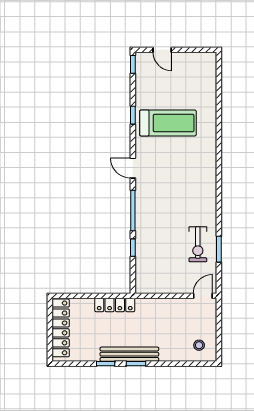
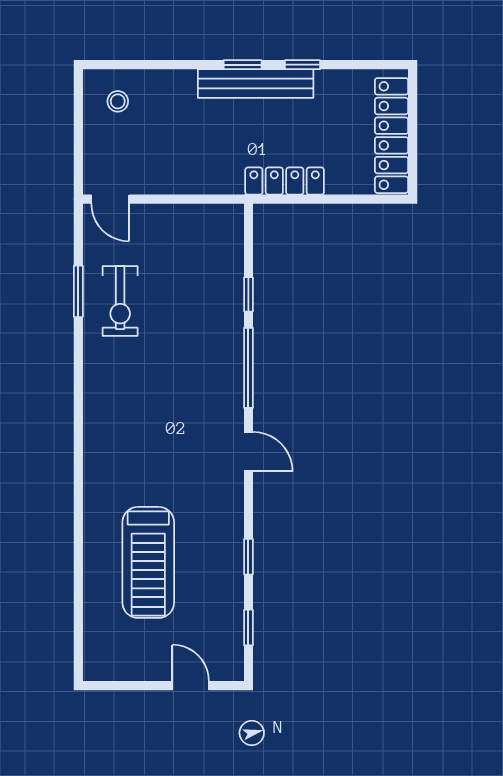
window: (133, 64) -> (248, 628), moved
treadmill: (168, 123) -> (148, 562), moved, turned -90
exercise bike: (198, 244) -> (120, 301), turned 180
door: (203, 296) -> (110, 199), hinge flipped

